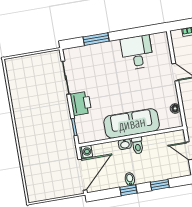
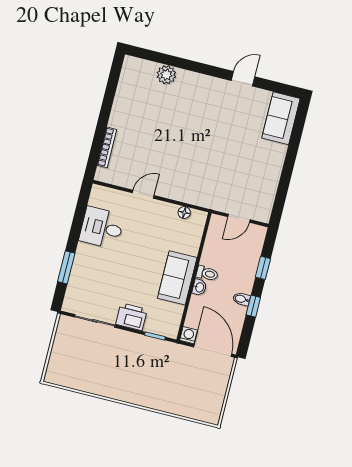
sofa: (132, 123) -> (177, 278), width x0.73

